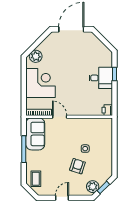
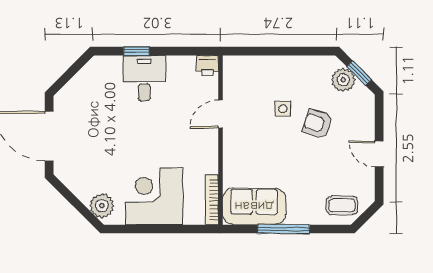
door: (60, 117) -> (220, 114), moved
plant: (93, 187) -> (343, 80), moved

